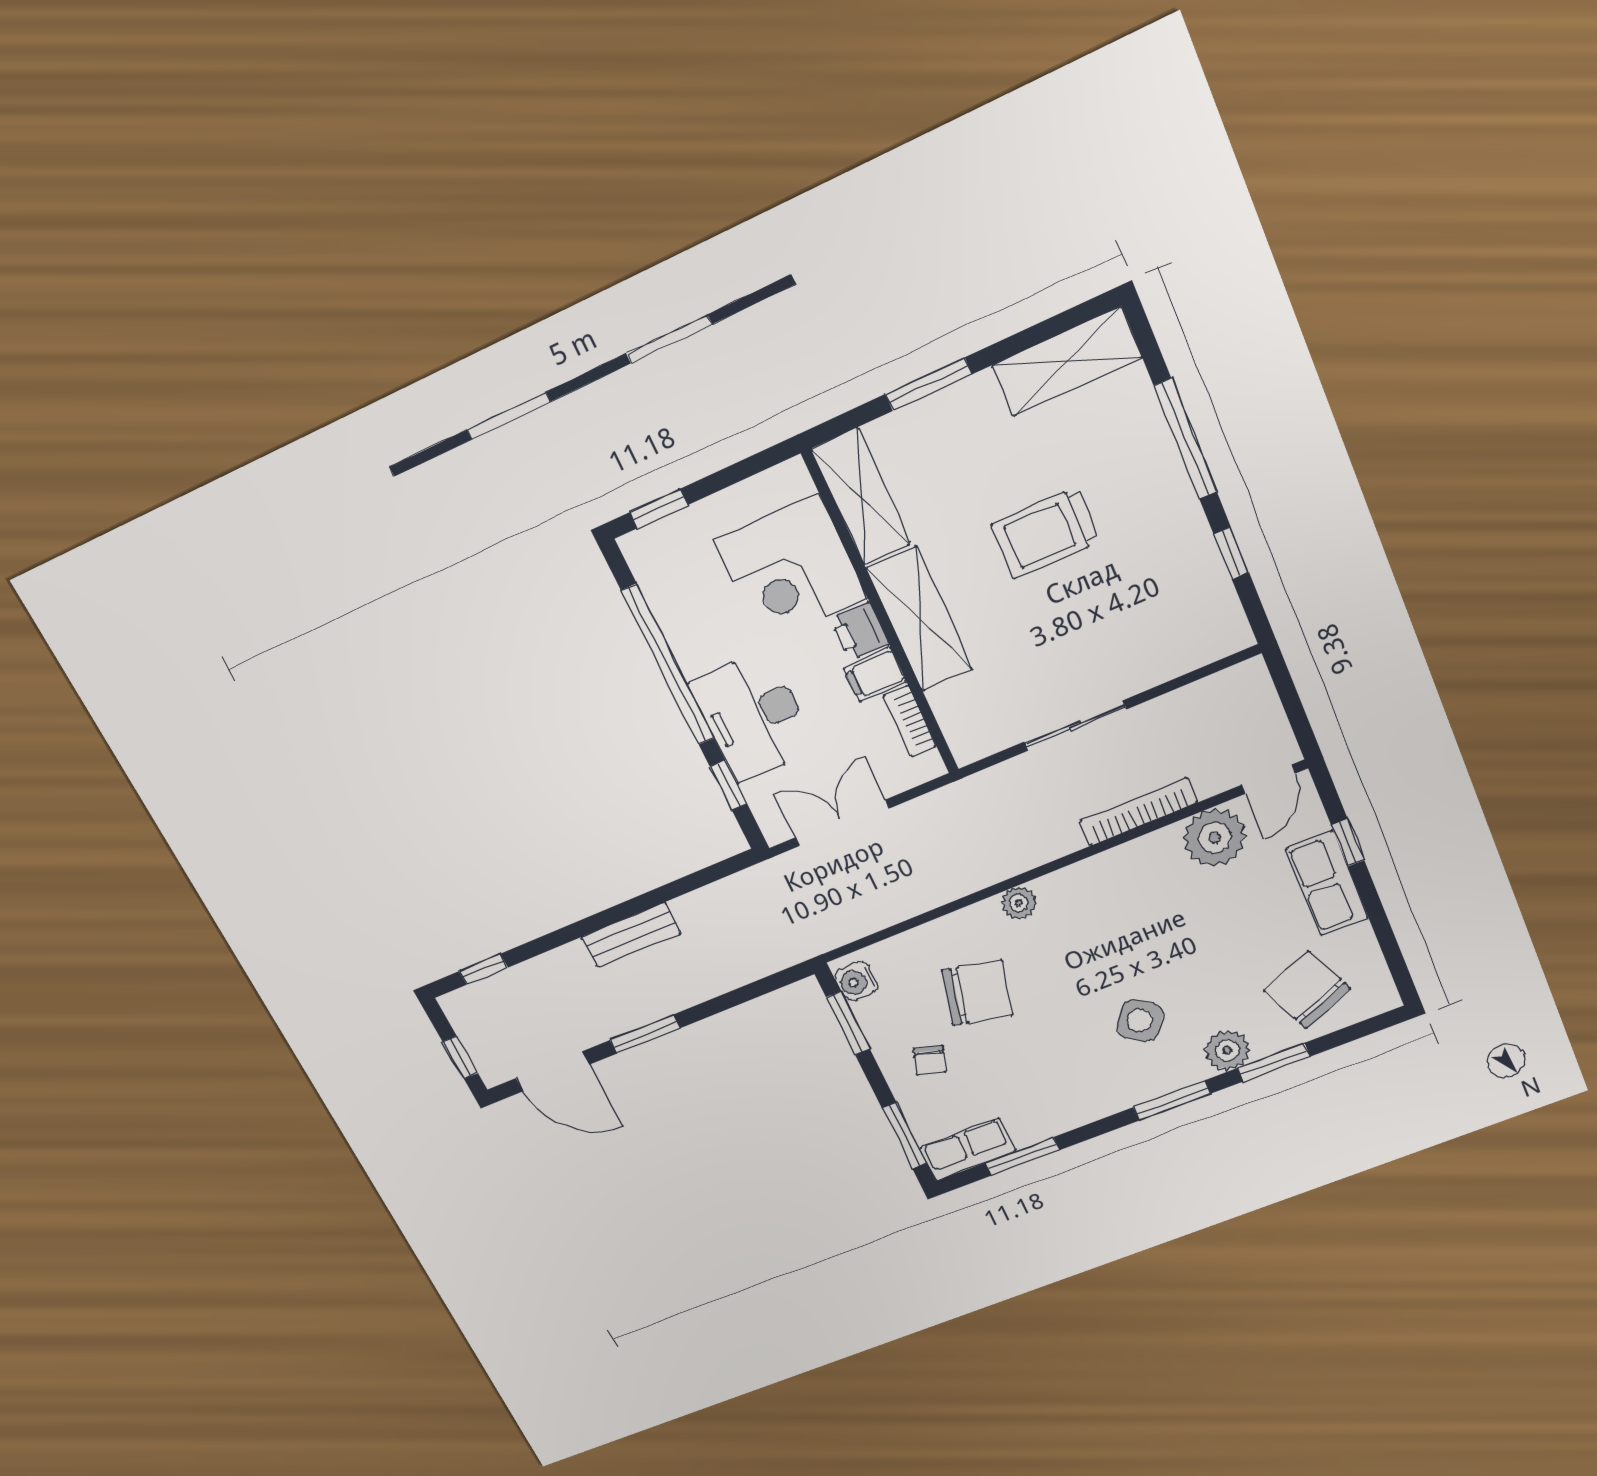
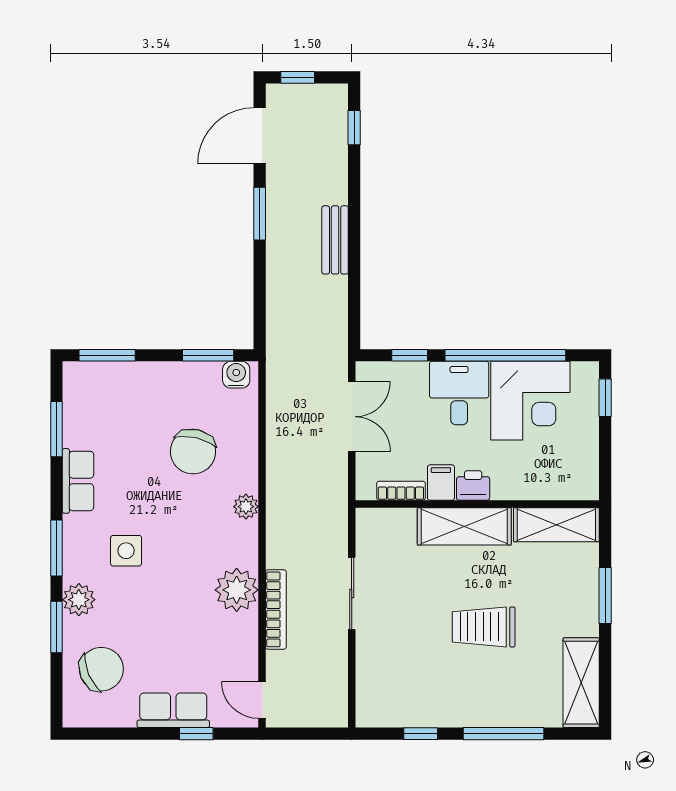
trolley: (1046, 533) -> (484, 627), turned -90
corner desk: (791, 569) -> (530, 401), moved, turned 180
desk: (753, 716) -> (459, 393), width x0.73
plant: (1215, 838) -> (237, 590), moved
side table: (1140, 1020) -> (126, 551), turned -36
chair: (930, 1060) -> (157, 398), removed
row of seats: (967, 1149) -> (78, 481), moved

